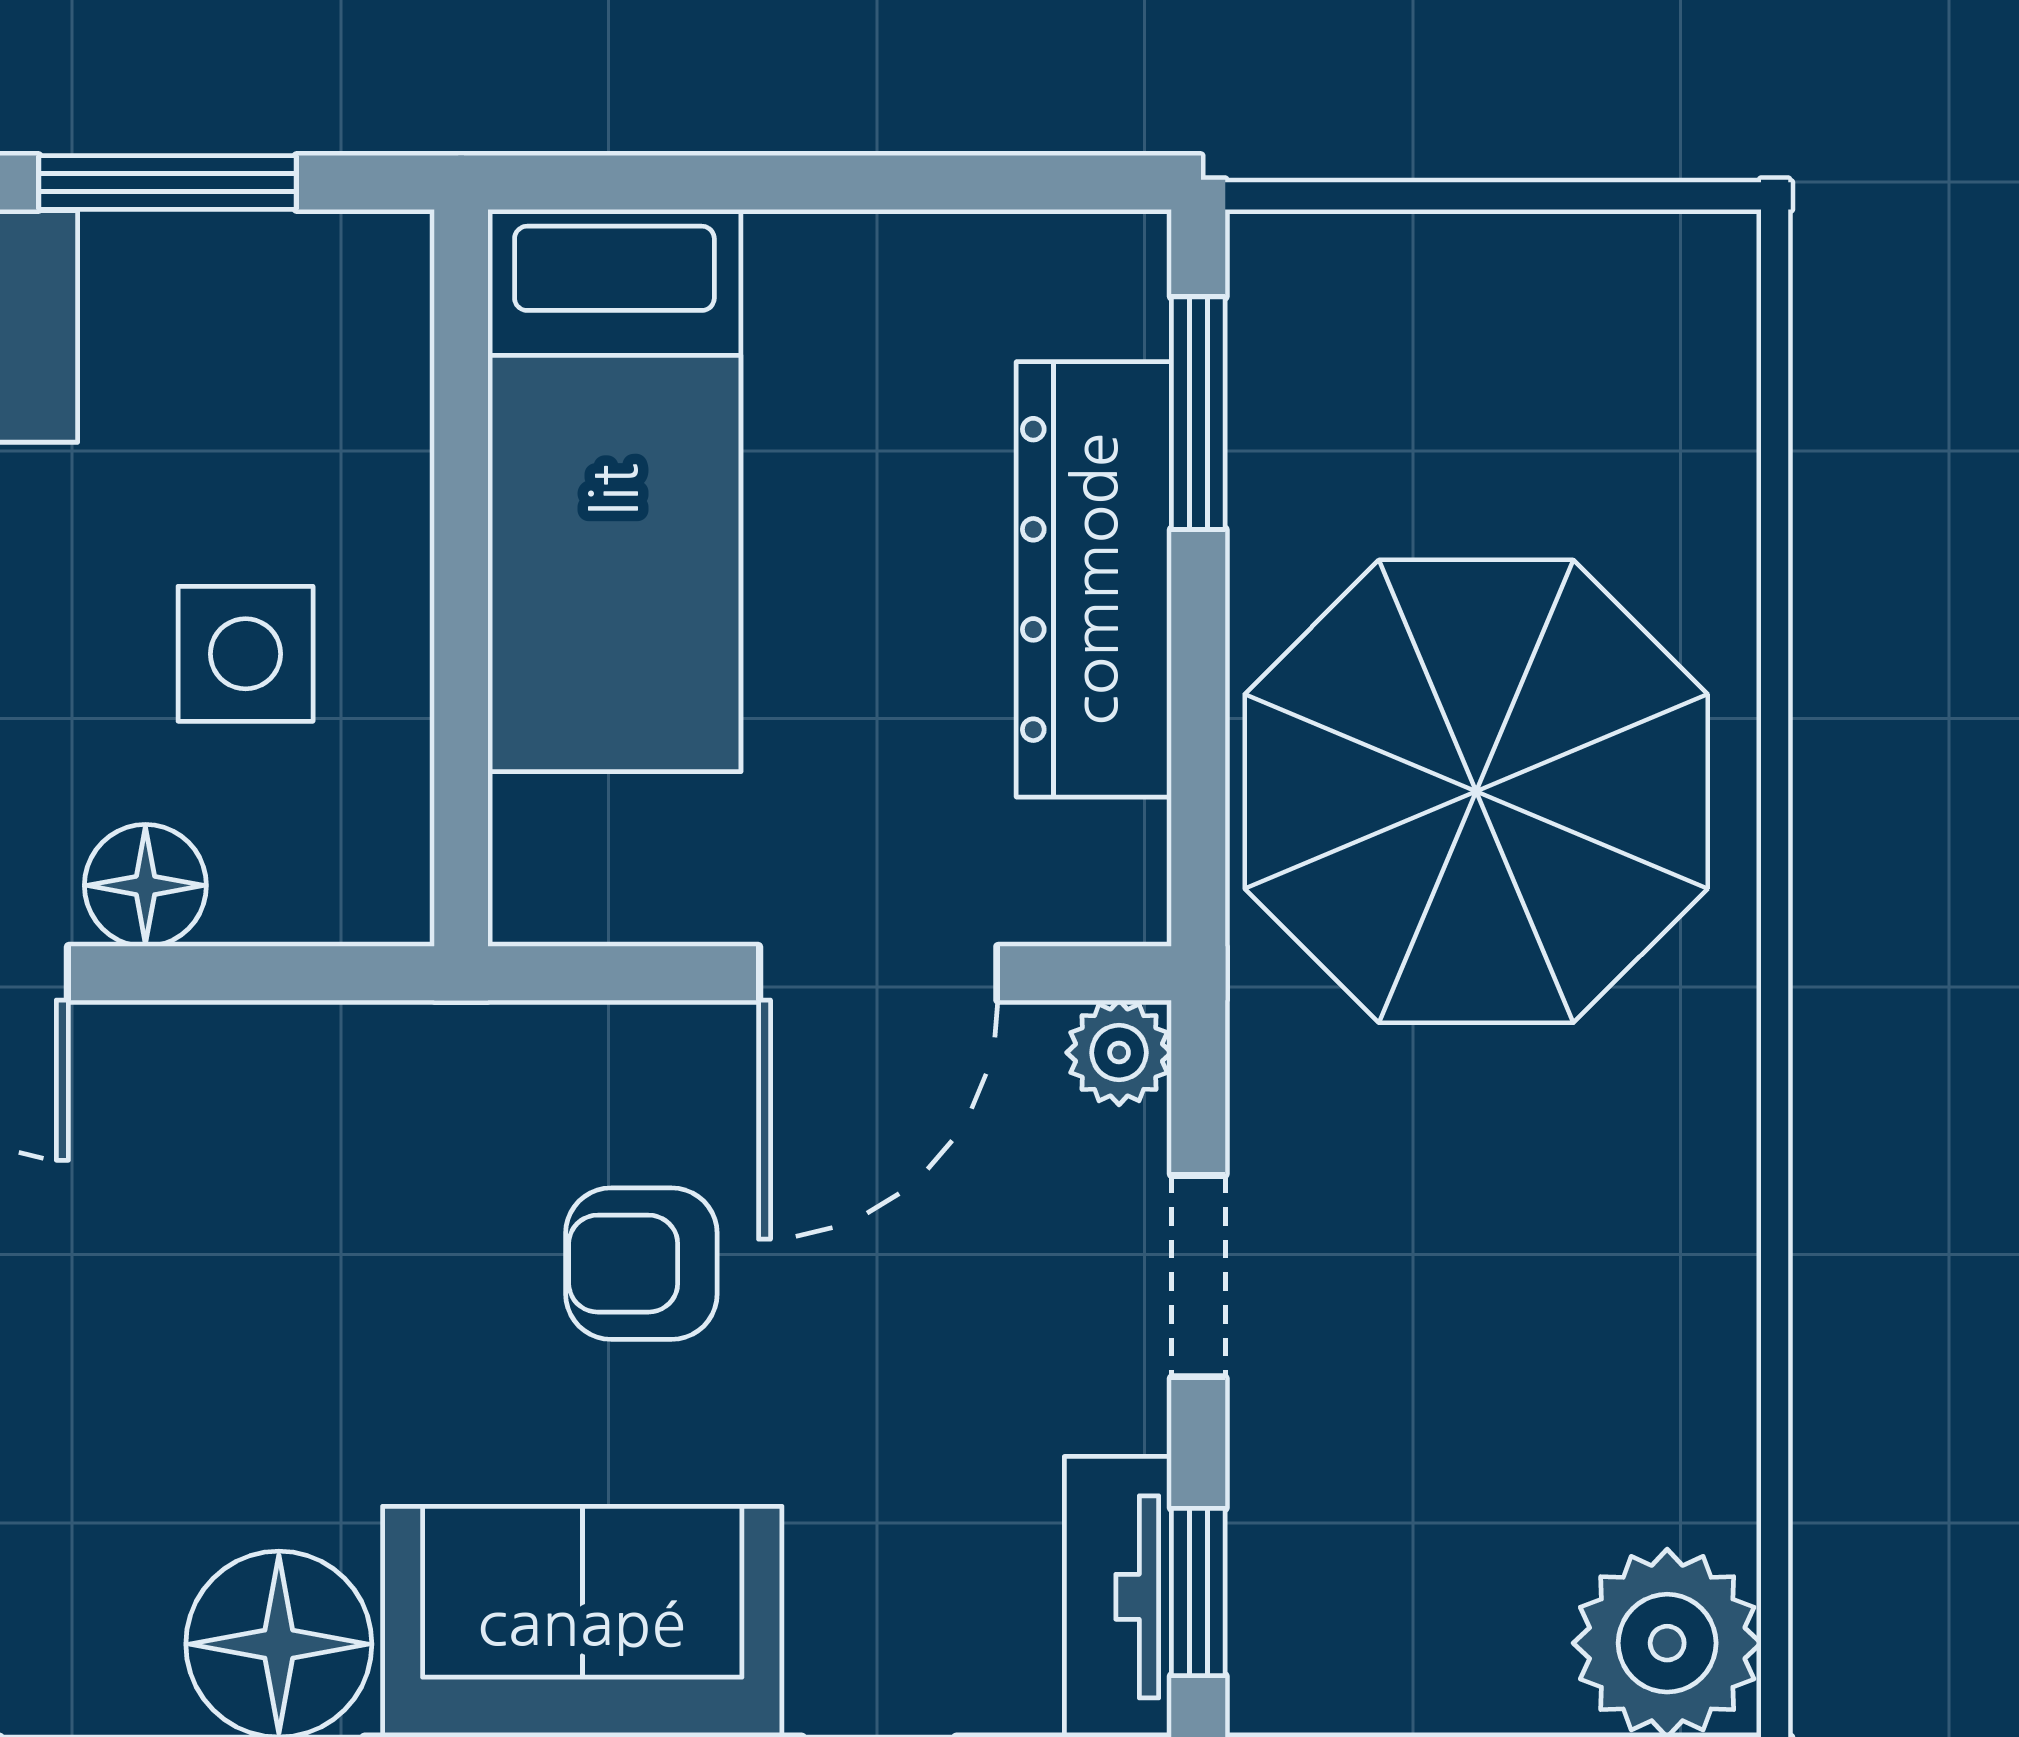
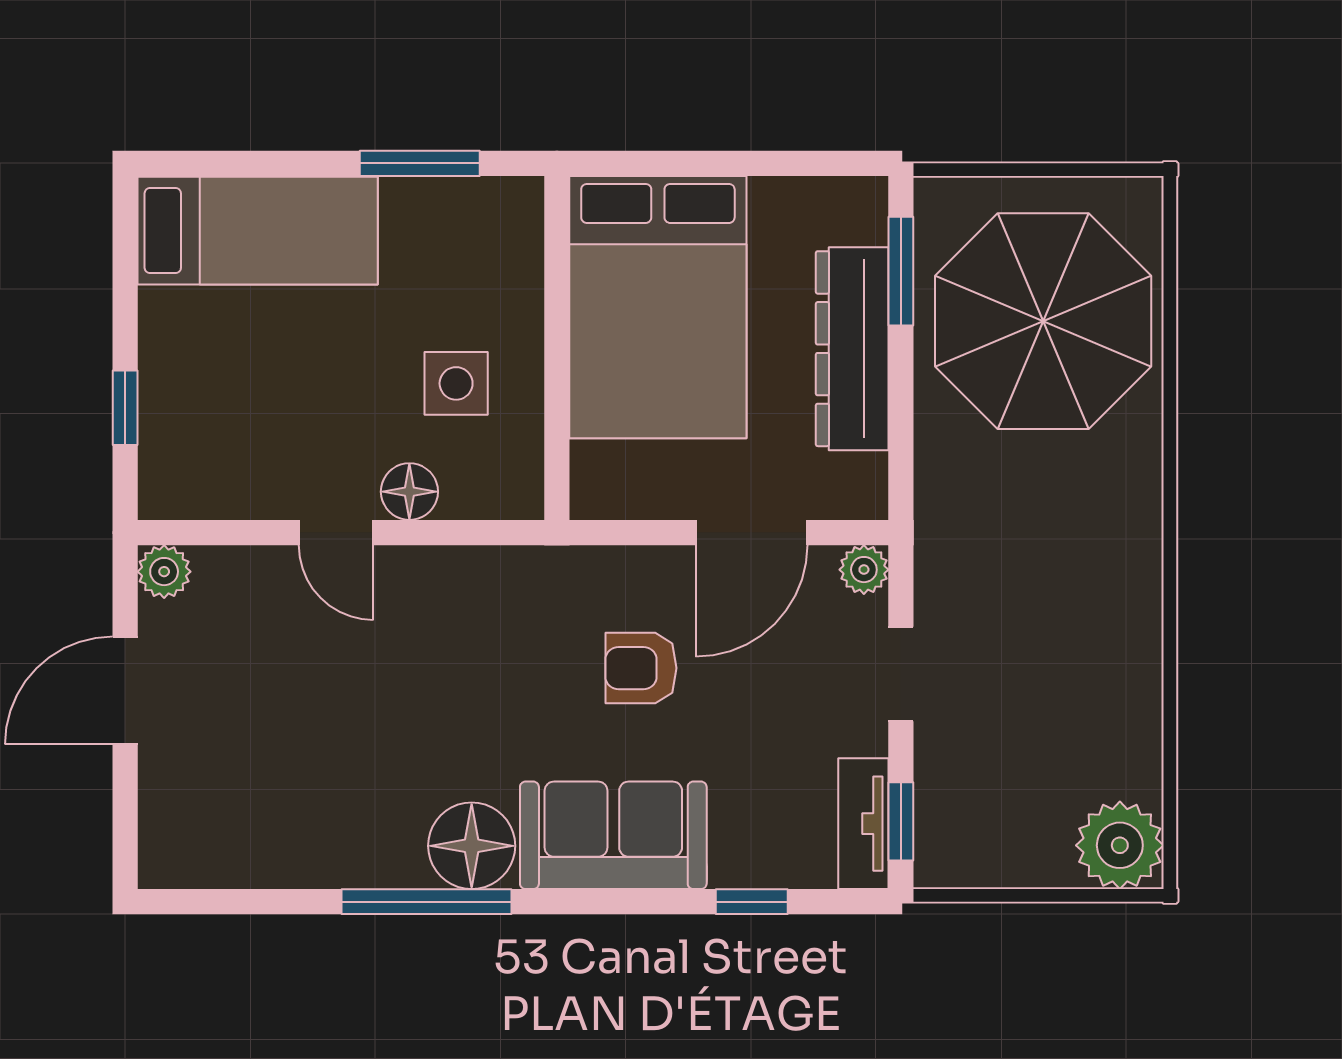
bed: (614, 490) -> (658, 307), width x1.50
parasol: (1476, 791) -> (1043, 321), moved

